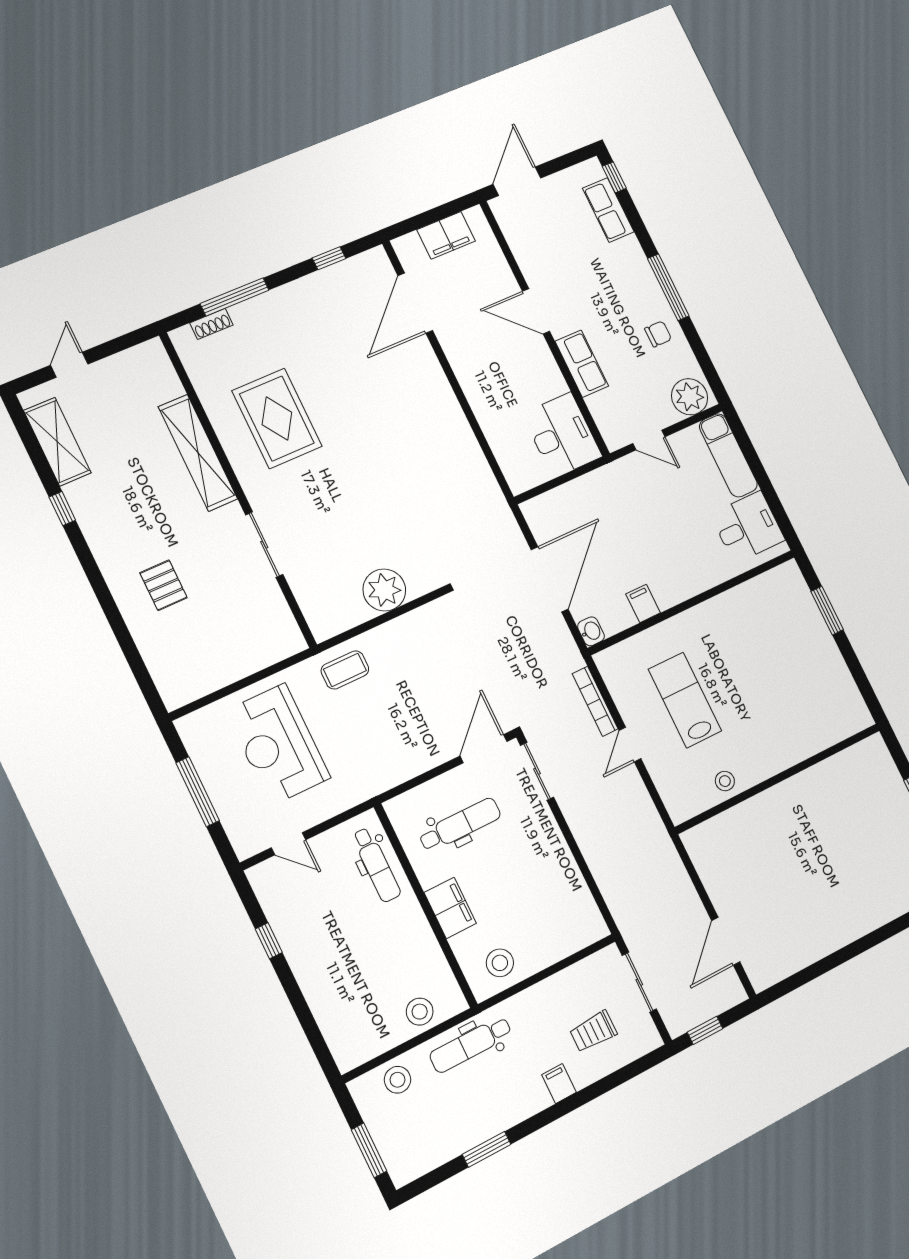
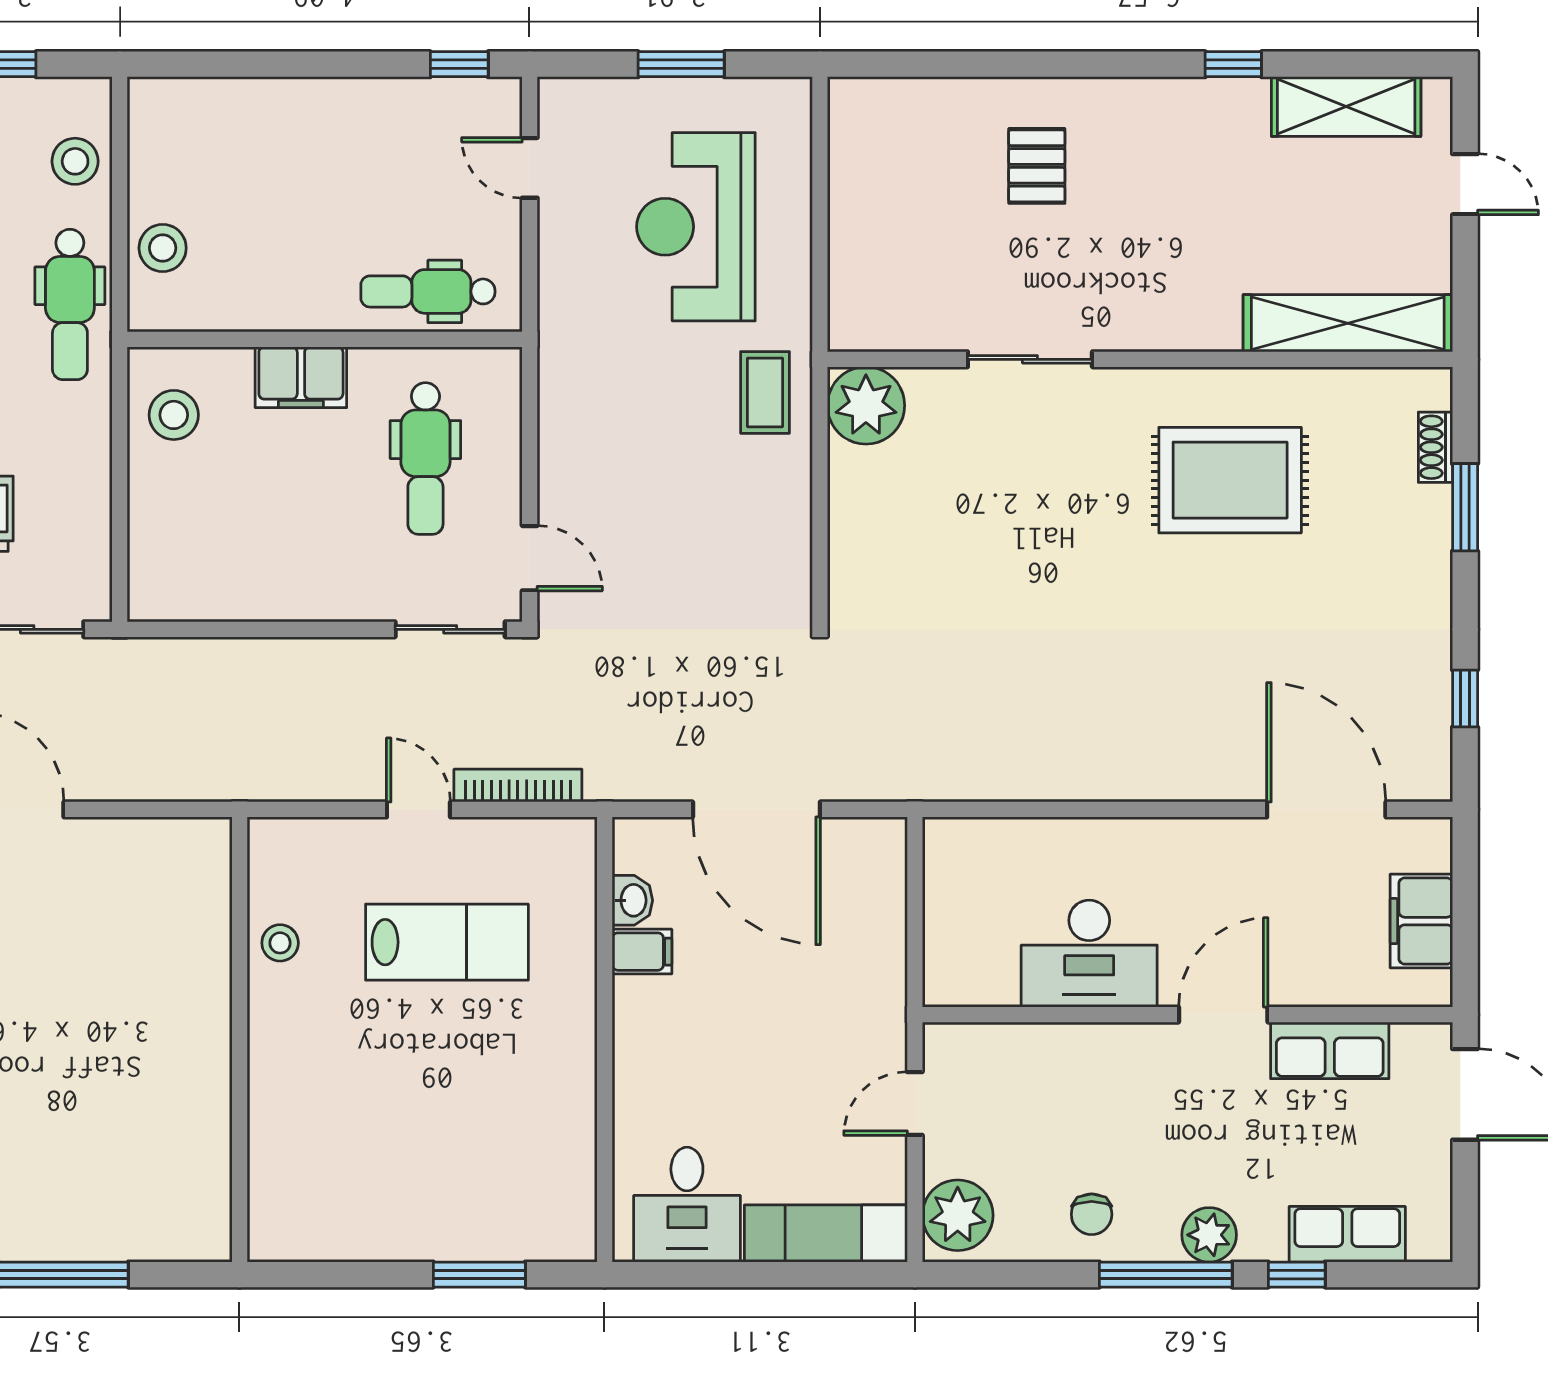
window: (614, 177) -> (1297, 1275), moved
plant: (640, 275) -> (1209, 1235), added
window: (235, 297) -> (1465, 507), width x0.69
row of seats: (582, 364) -> (1330, 1050), moved
desk: (562, 435) -> (1089, 954), moved
shelving: (198, 453) -> (1348, 323), moved
pallet: (164, 585) -> (1037, 166), turned 90
plant: (384, 590) -> (866, 405), moved
washbasin: (591, 631) -> (632, 900), moved, turned -90
reception desk: (278, 744) -> (696, 227), turned -90
door: (483, 749) -> (530, 558), width x0.73
window: (198, 792) -> (681, 64), width x0.69
door: (289, 844) -> (530, 168), hinge flipped
window: (269, 941) -> (459, 64), moved
dental chair: (471, 1044) -> (70, 305), turned 180

